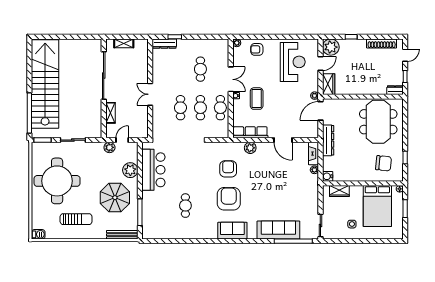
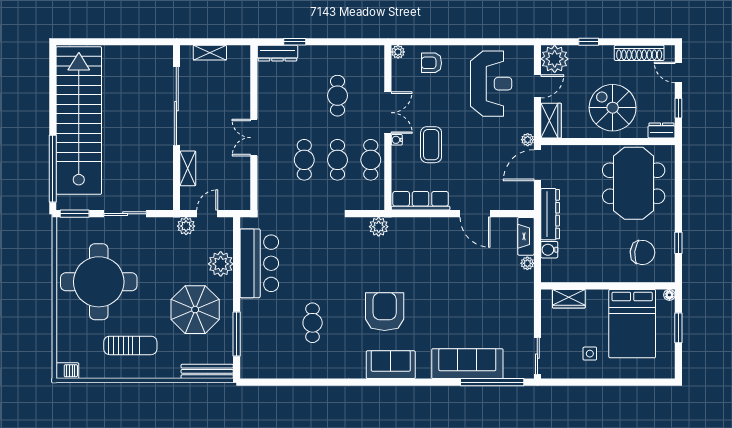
door: (405, 55) -> (678, 72), swing flipped
spiral stairs: (366, 76) -> (613, 108), added
plant: (250, 148) -> (379, 227), moved
armchair: (228, 169) -> (384, 262), removed
water cooler: (328, 176) -> (549, 250), moved

